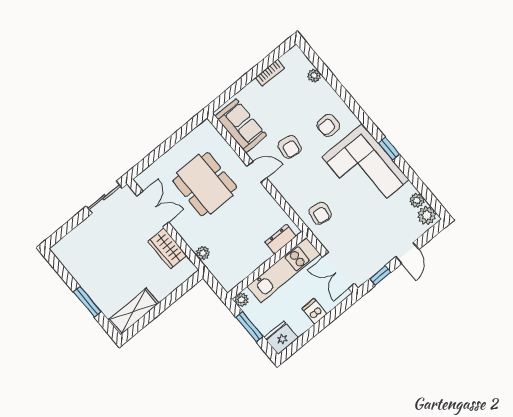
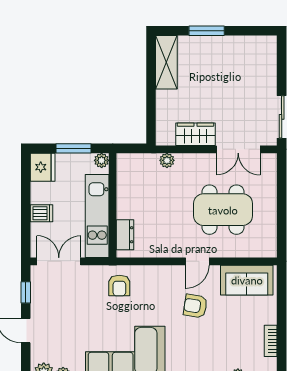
armchair: (328, 125) -> (187, 353), removed
armchair: (320, 213) -> (119, 286), turned -98

